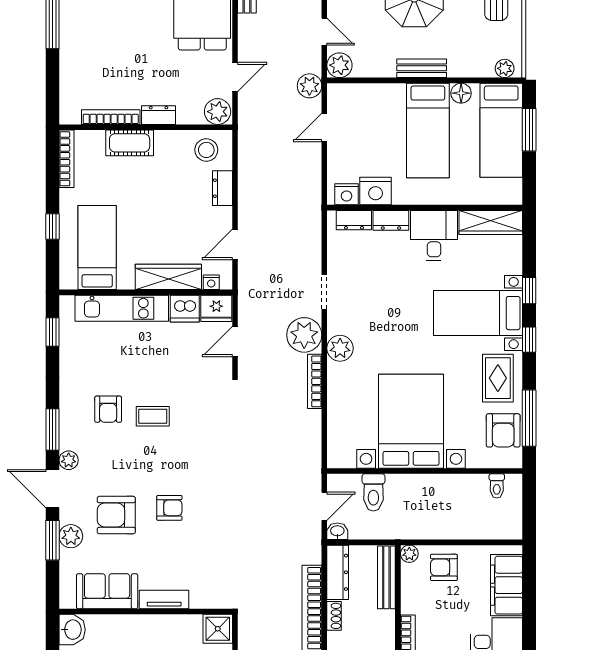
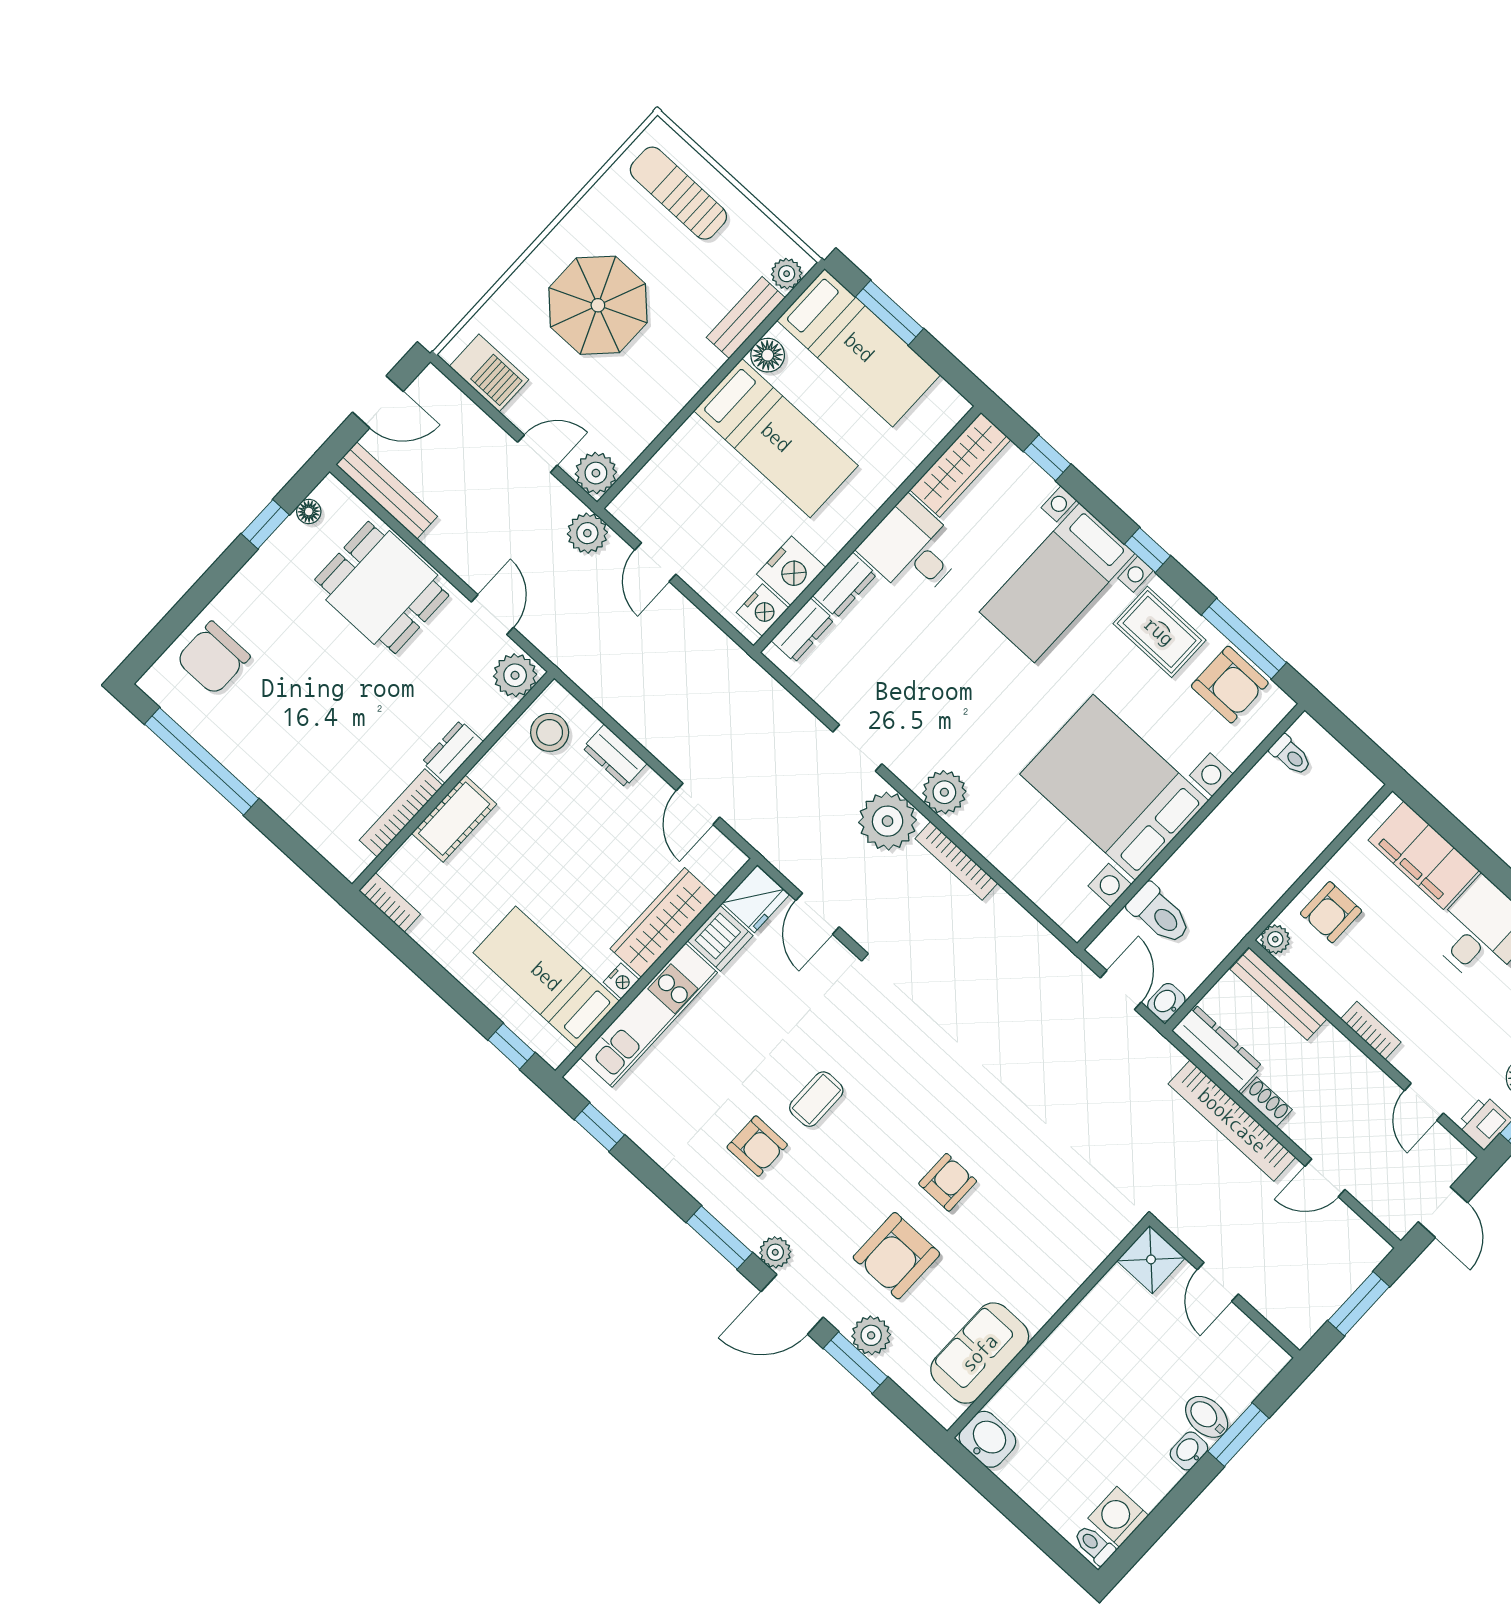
bench: (422, 68) -> (746, 317), moved
bookcase: (67, 159) -> (390, 902), width x0.64
window: (52, 226) -> (511, 1046), moved
nightstand: (211, 282) -> (621, 981), moved
window: (529, 291) -> (1047, 458), moved
tv unit: (164, 599) -> (1054, 1292), removed

